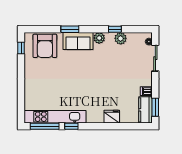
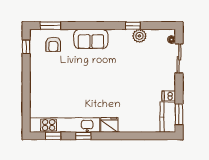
window: (70, 29) -> (50, 26), moved
plant: (99, 38) -> (115, 35), removed
armchair: (45, 46) -> (53, 44), width x0.53, depth x0.53
fridge: (112, 117) -> (109, 125), moved
window: (45, 126) -> (53, 136), width x0.46

